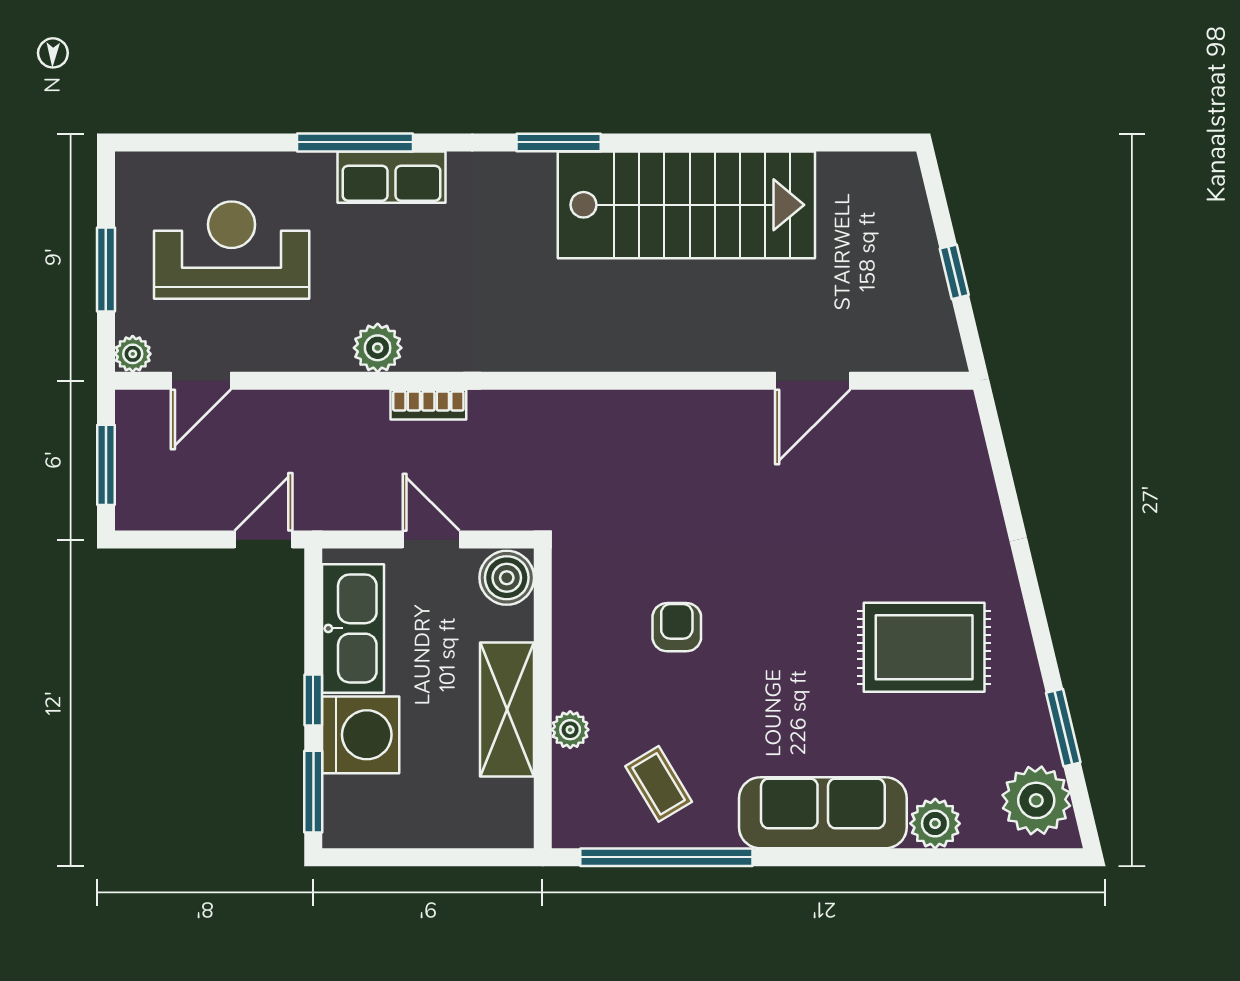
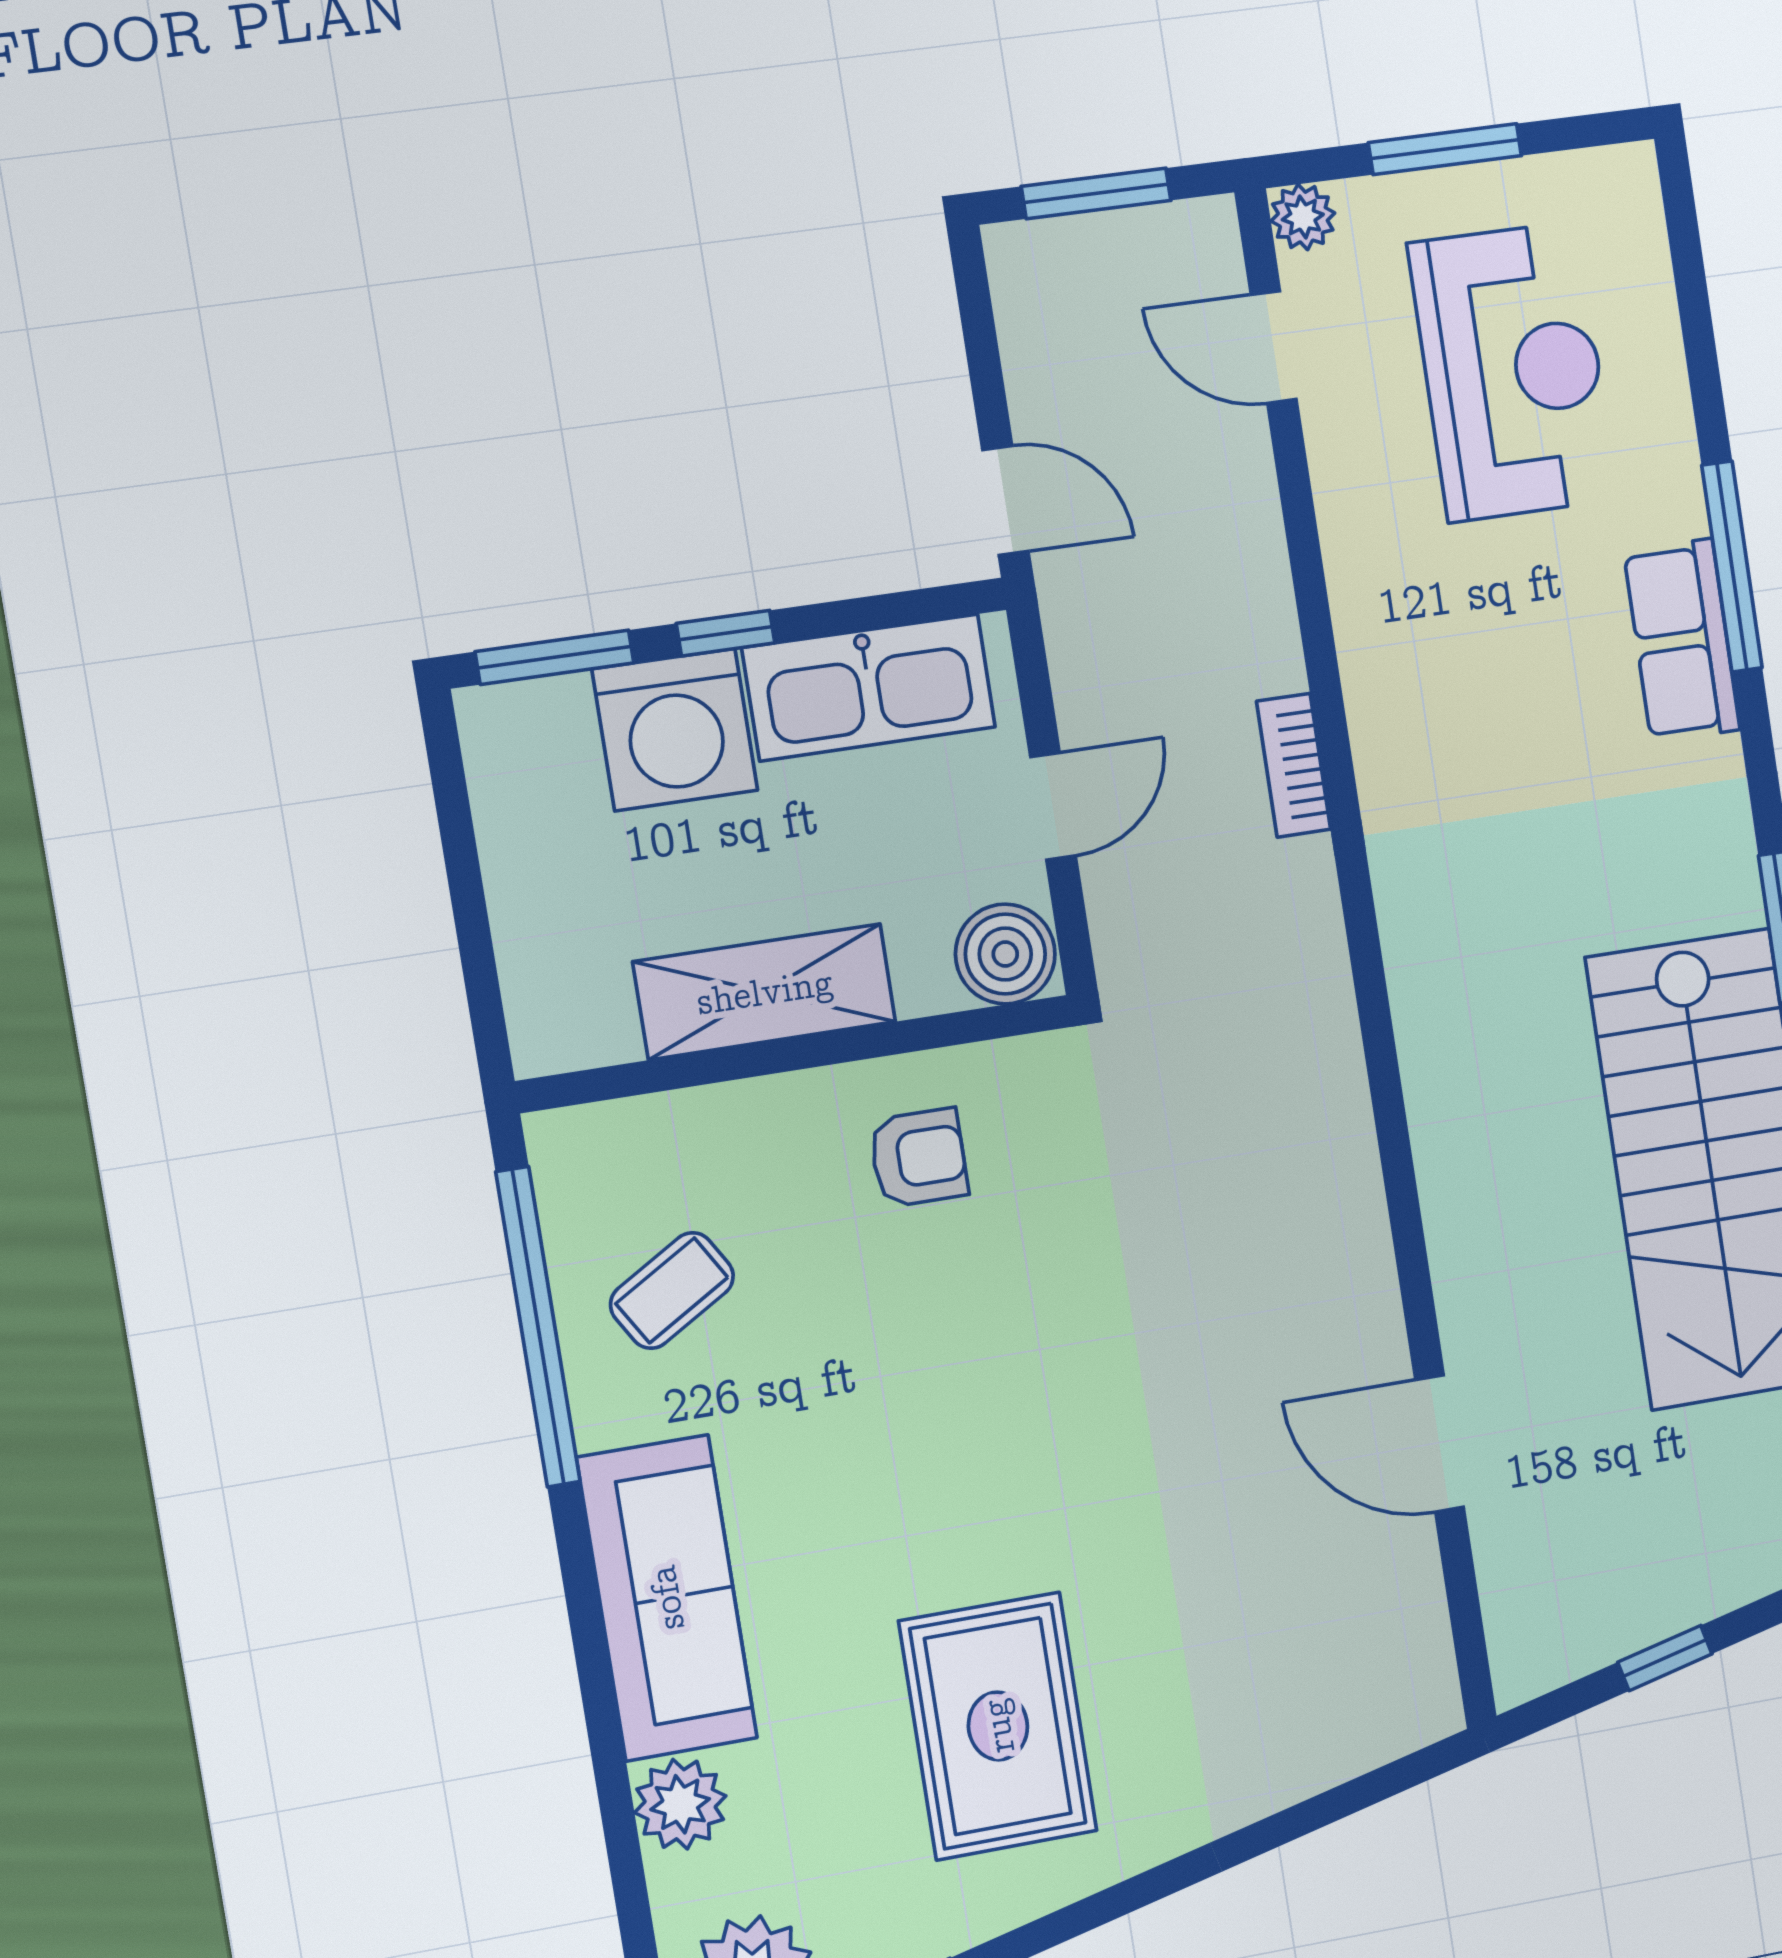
plant: (378, 348) -> (1380, 659), removed
armchair: (677, 627) -> (919, 1158), moved
plant: (570, 730) -> (746, 1113), removed

